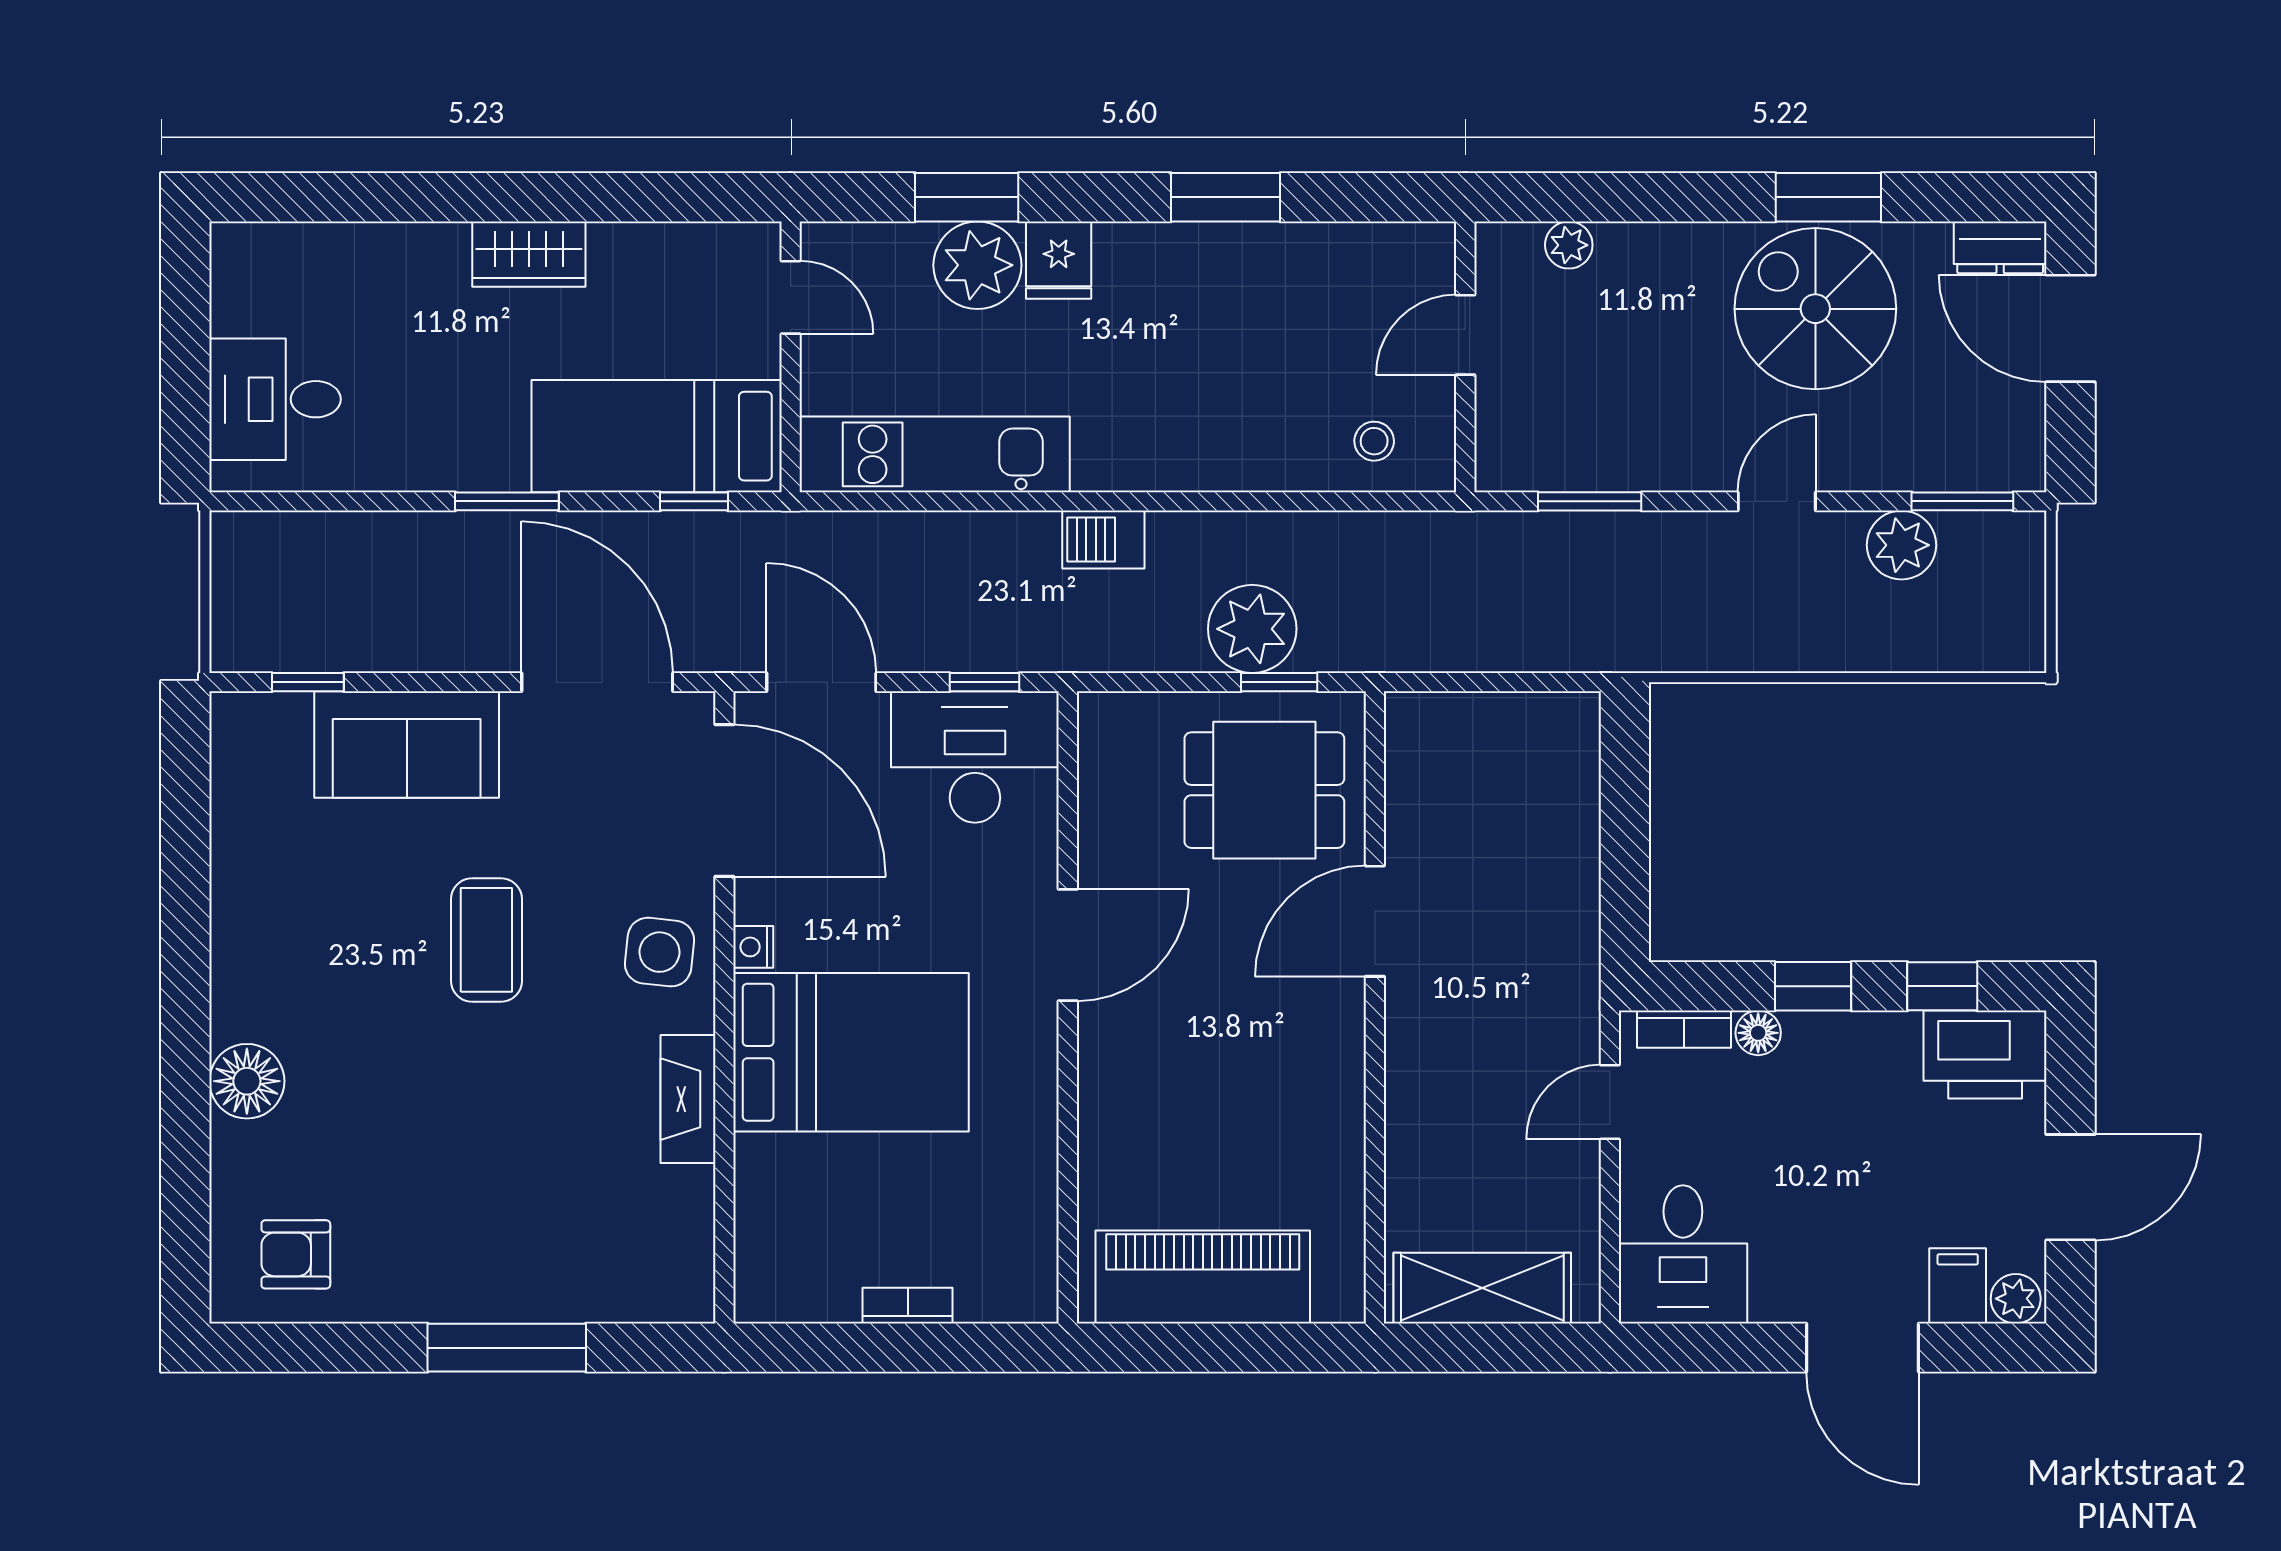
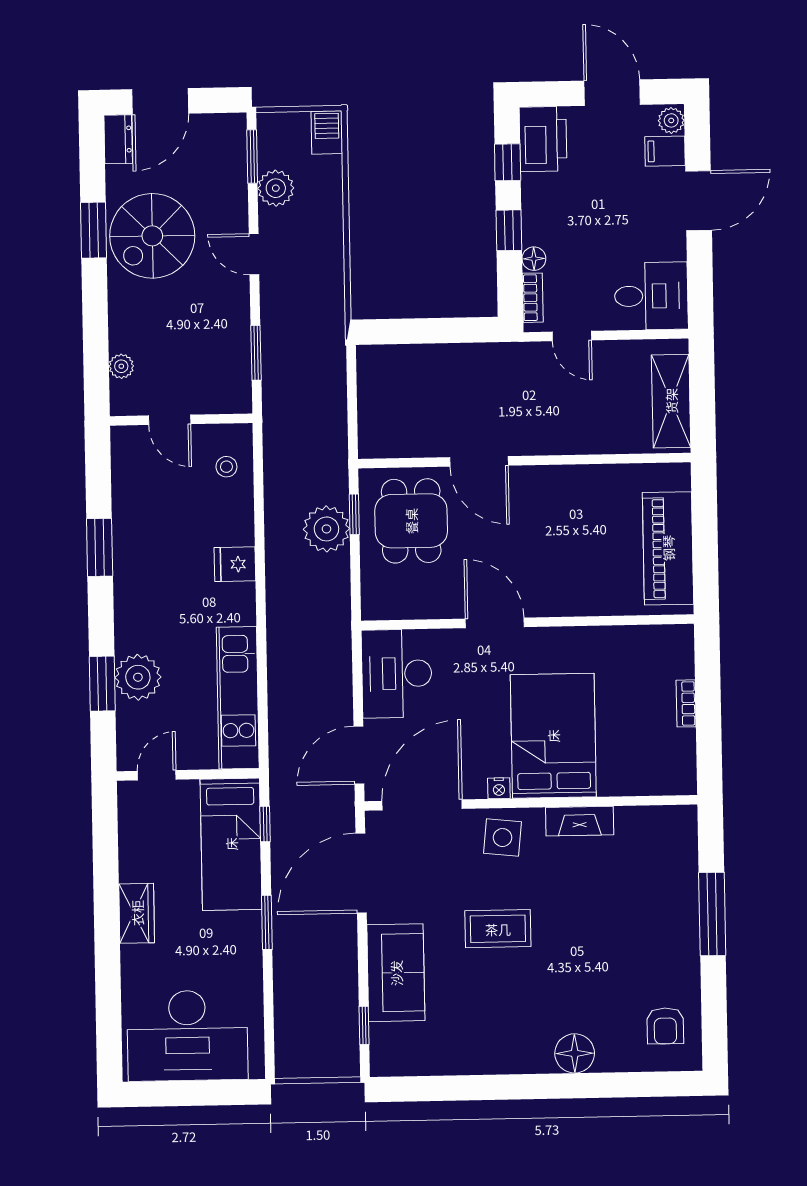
fridge: (1059, 260) -> (235, 564), moved, turned 180
desk: (275, 399) -> (187, 1036), width x1.87, depth x1.30
barbecue: (1103, 540) -> (327, 132), moved, turned 180
window: (985, 682) -> (357, 669), removed

